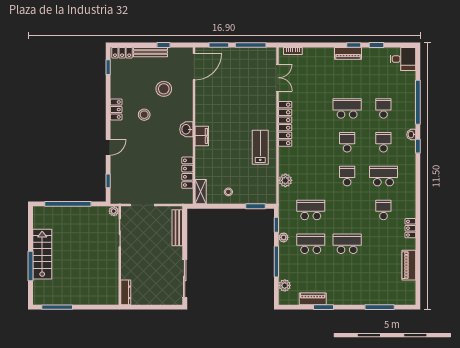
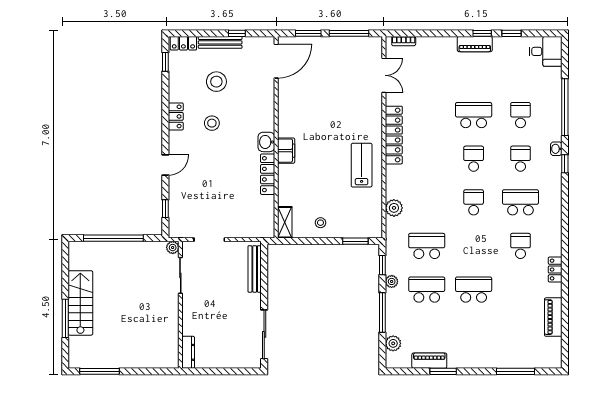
stool: (164, 89) -> (216, 82), moved
locker: (187, 173) -> (268, 174), moved

